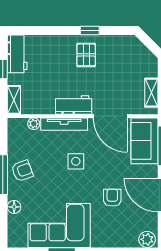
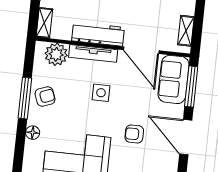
workbench: (74, 105) -> (98, 34), width x1.38
plant: (34, 124) -> (56, 54), width x1.87, depth x1.87
armchair: (112, 198) -> (134, 134), turned -90

